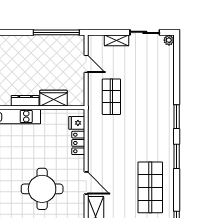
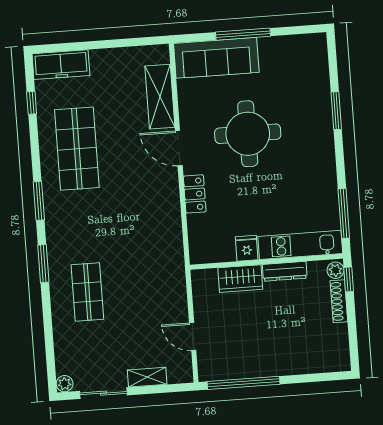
shop shelf: (111, 97) -> (87, 292), moved
fridge: (77, 123) -> (247, 248), moved, turned -90
locker: (78, 143) -> (195, 194), moved

